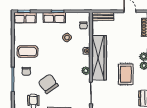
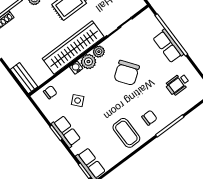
plant: (85, 60) -> (88, 62), added
chair: (48, 84) -> (127, 73), moved

